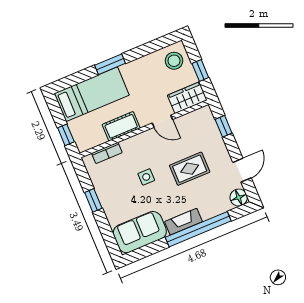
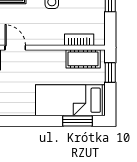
window: (110, 64) -> (78, 121), moved
cot: (121, 126) -> (83, 59), moved

